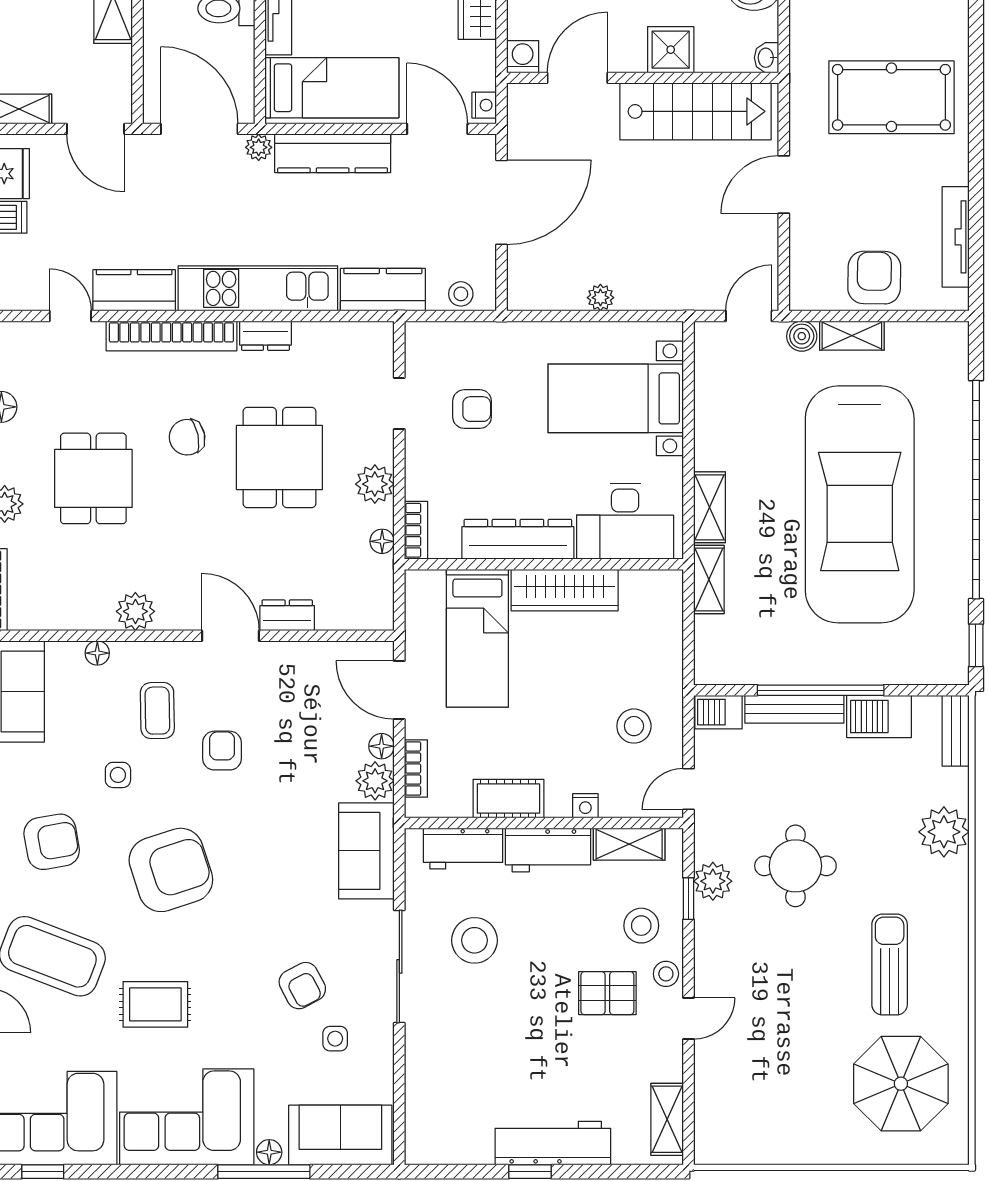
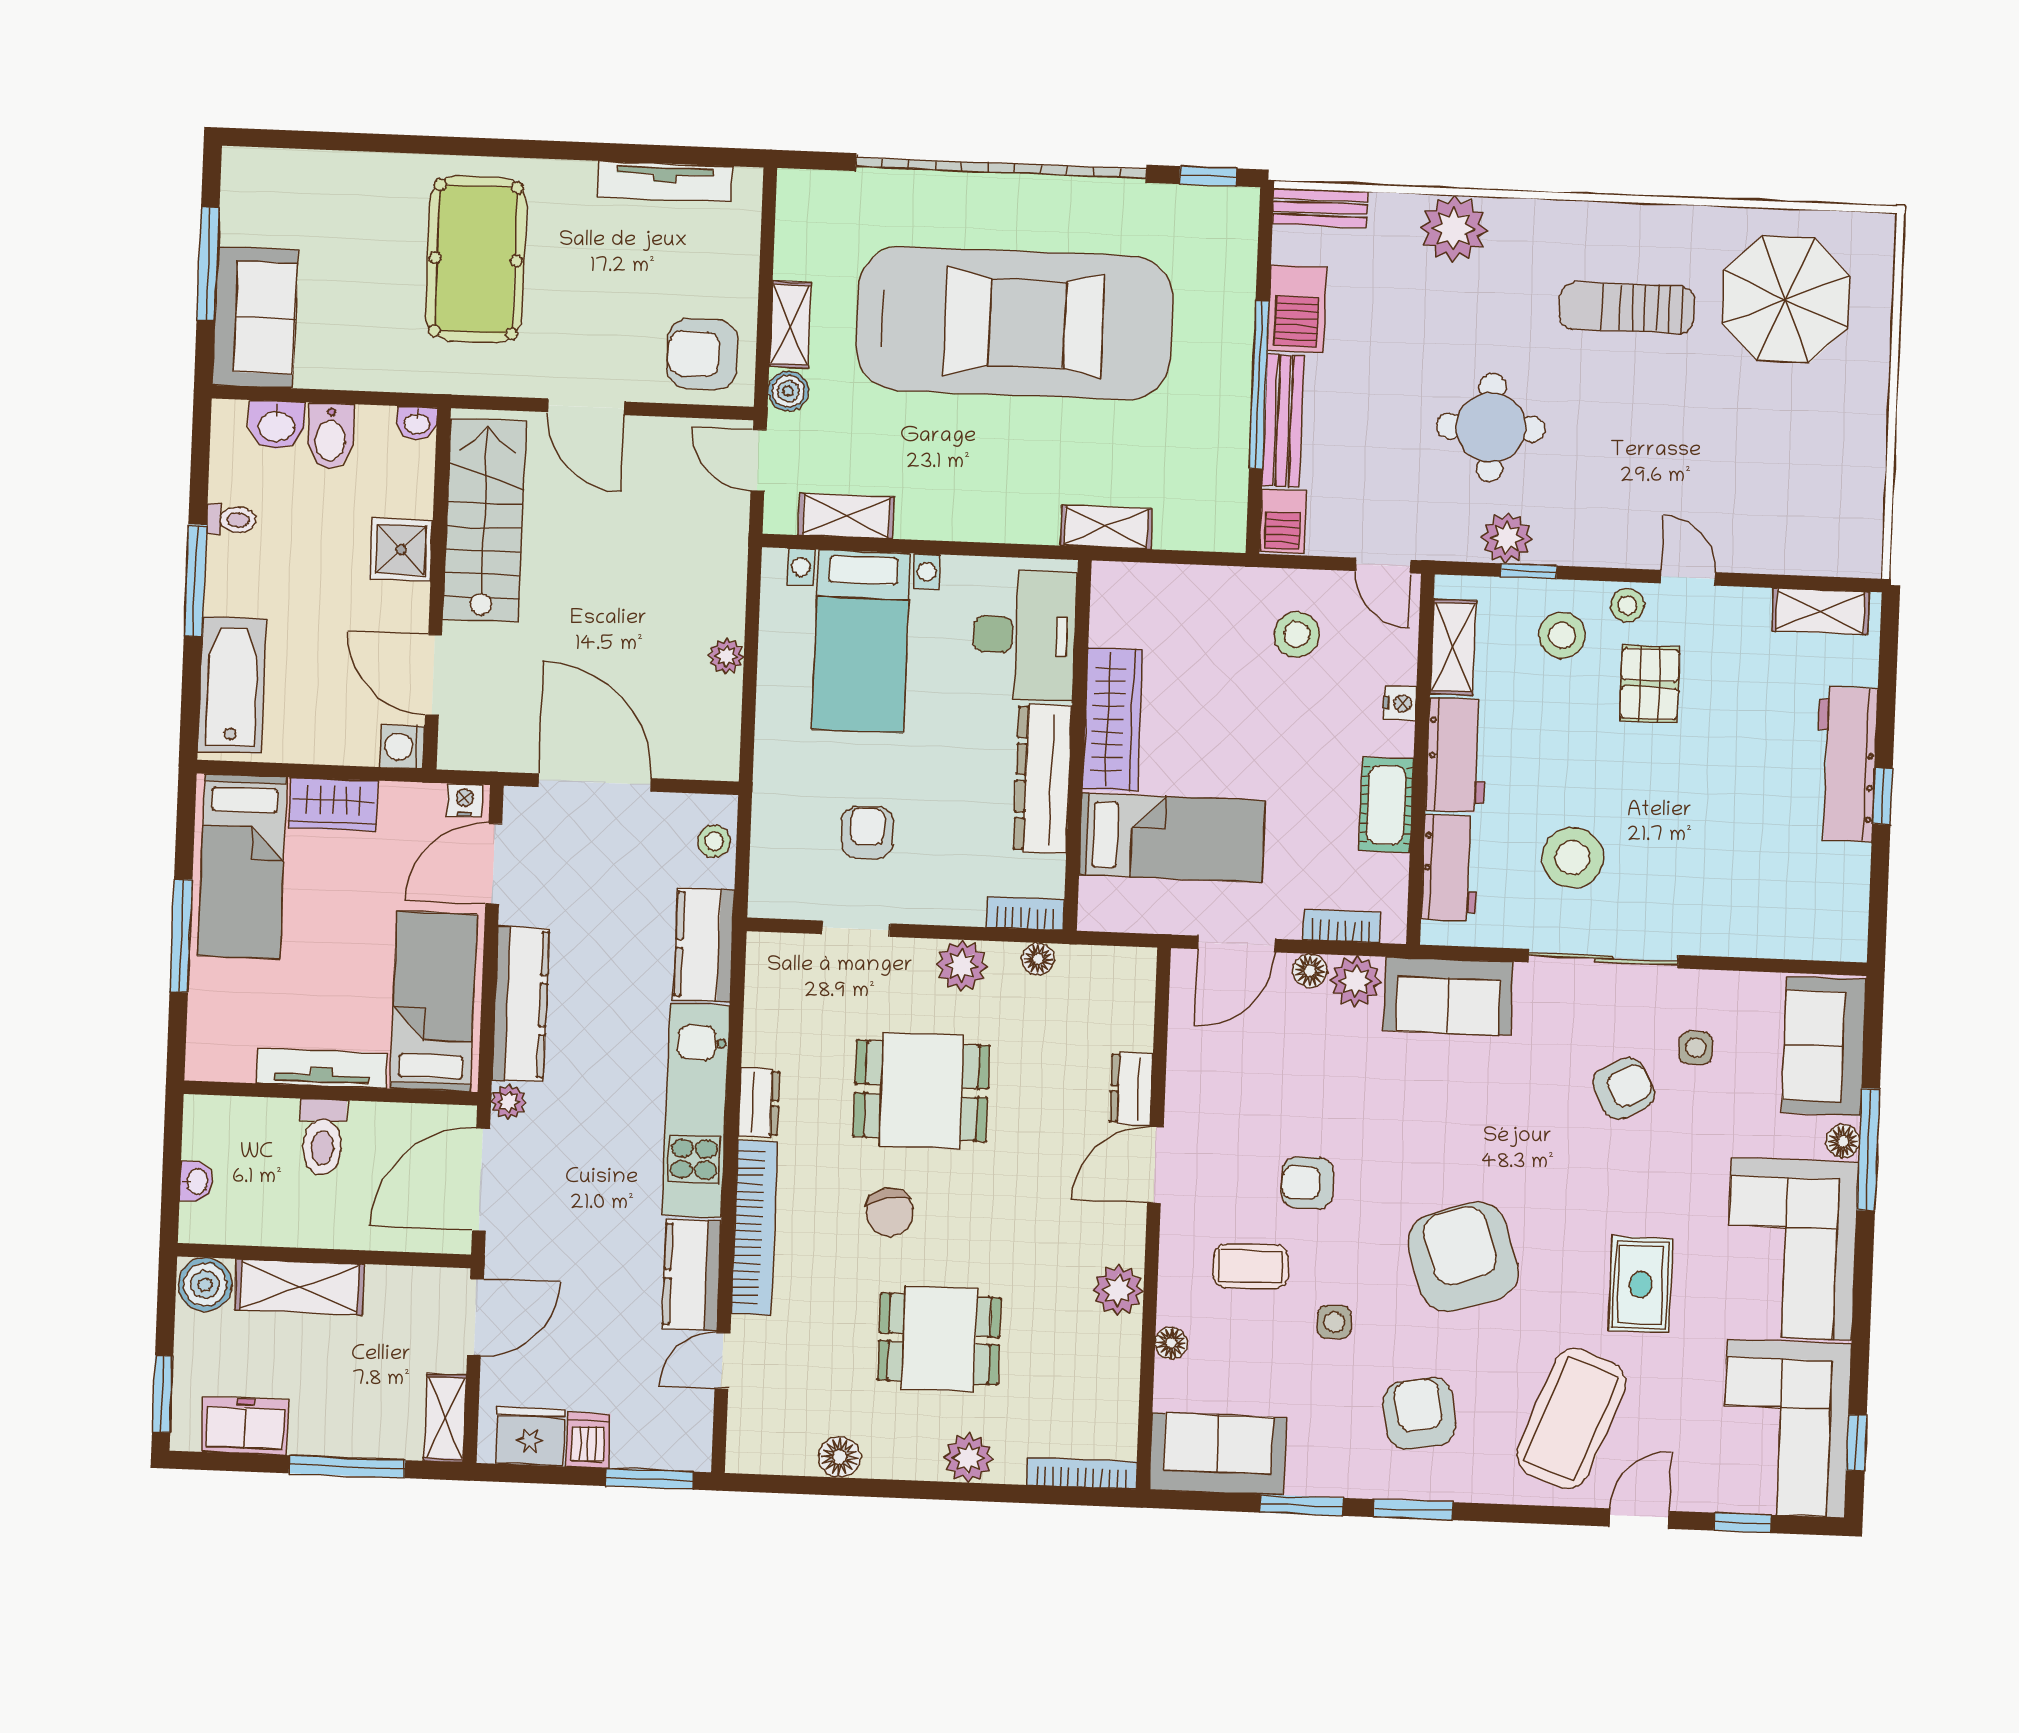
armchair: (874, 278) -> (702, 354), moved
shelving: (710, 507) -> (846, 516), moved

